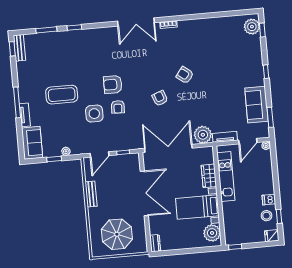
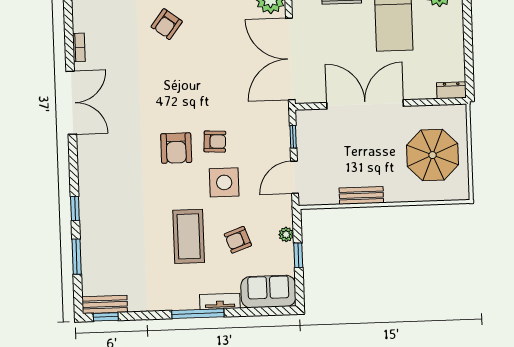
armchair: (160, 98) -> (238, 240), moved
door: (100, 154) -> (295, 177), swing flipped

